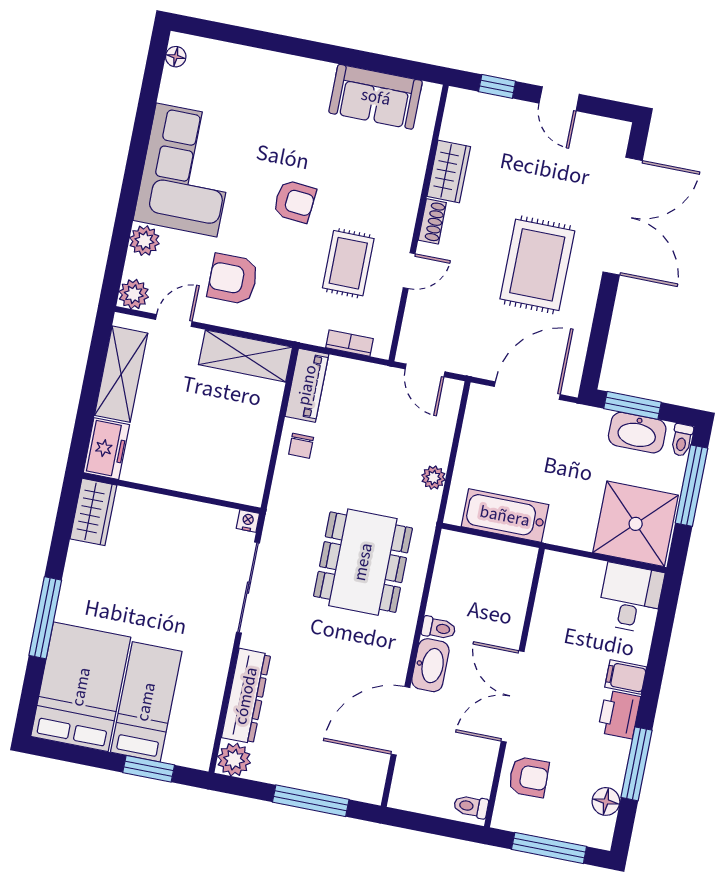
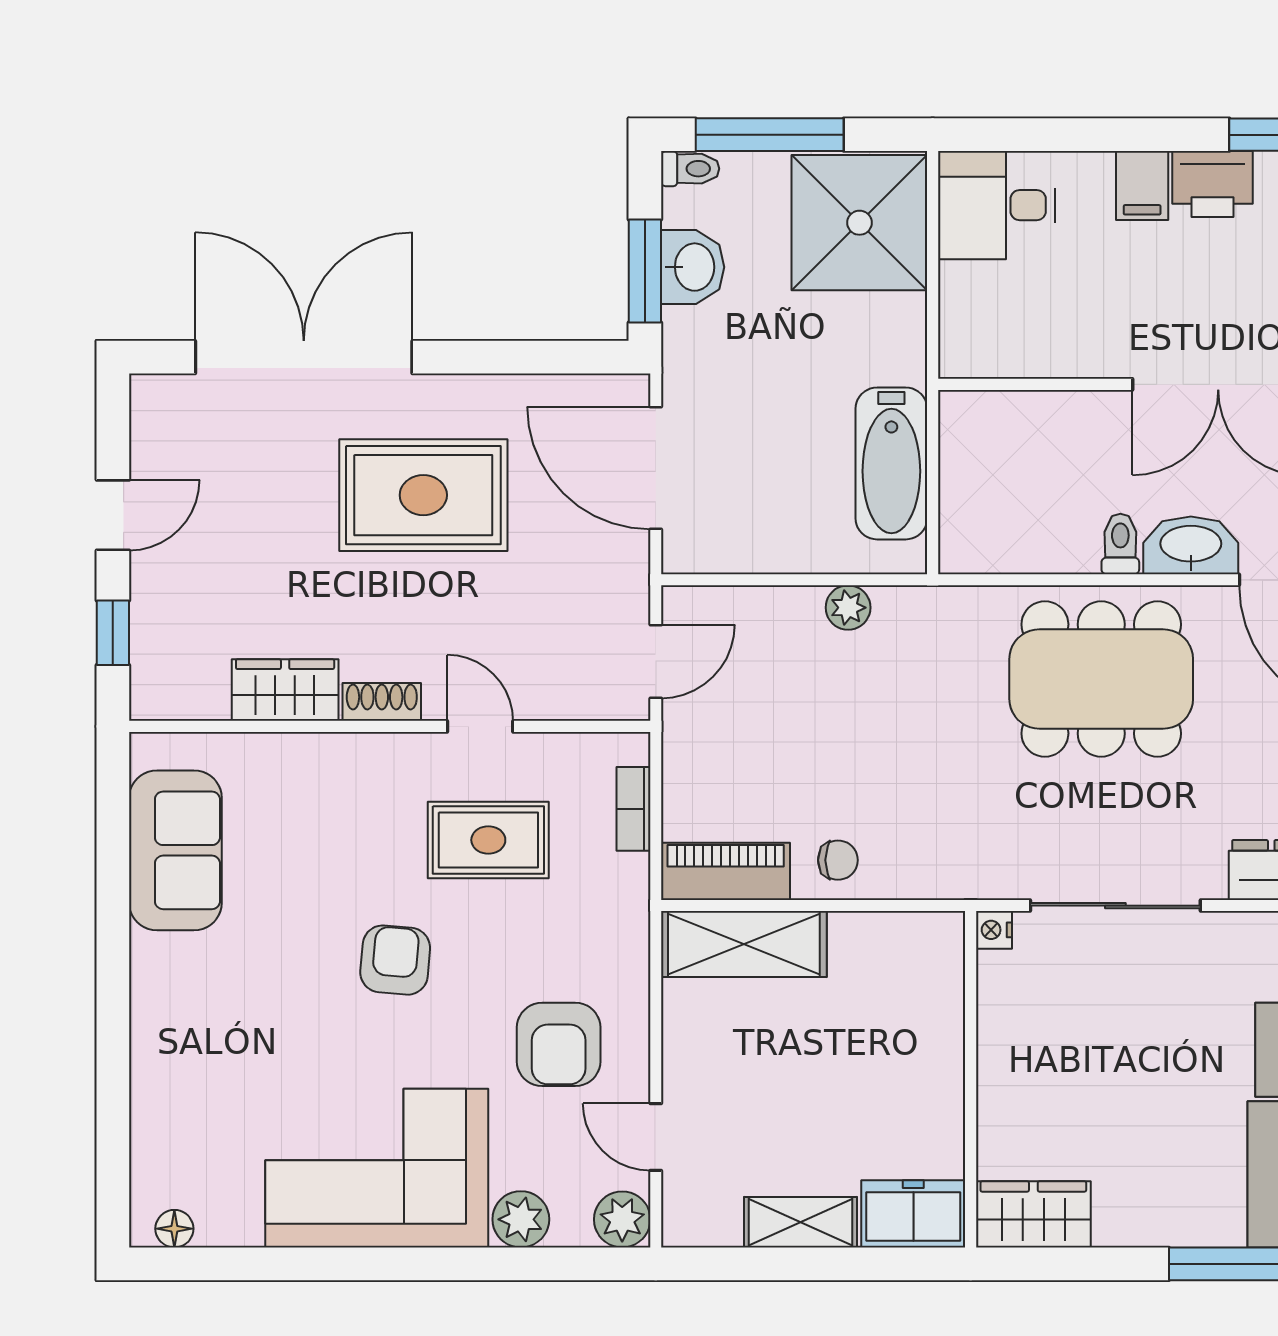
shelving: (246, 356) -> (744, 944), moved, turned 90
shelving: (121, 374) -> (801, 1222), width x0.67, depth x0.75
washbasin: (637, 433) -> (693, 267), width x0.72
dining table: (363, 562) -> (1101, 679), moved

